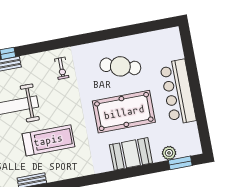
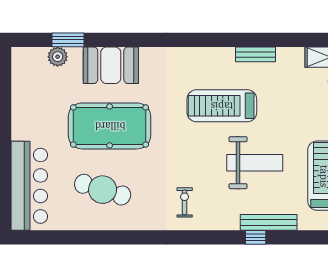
bar counter: (178, 92) -> (29, 186), moved
window: (180, 163) -> (68, 40), moved

